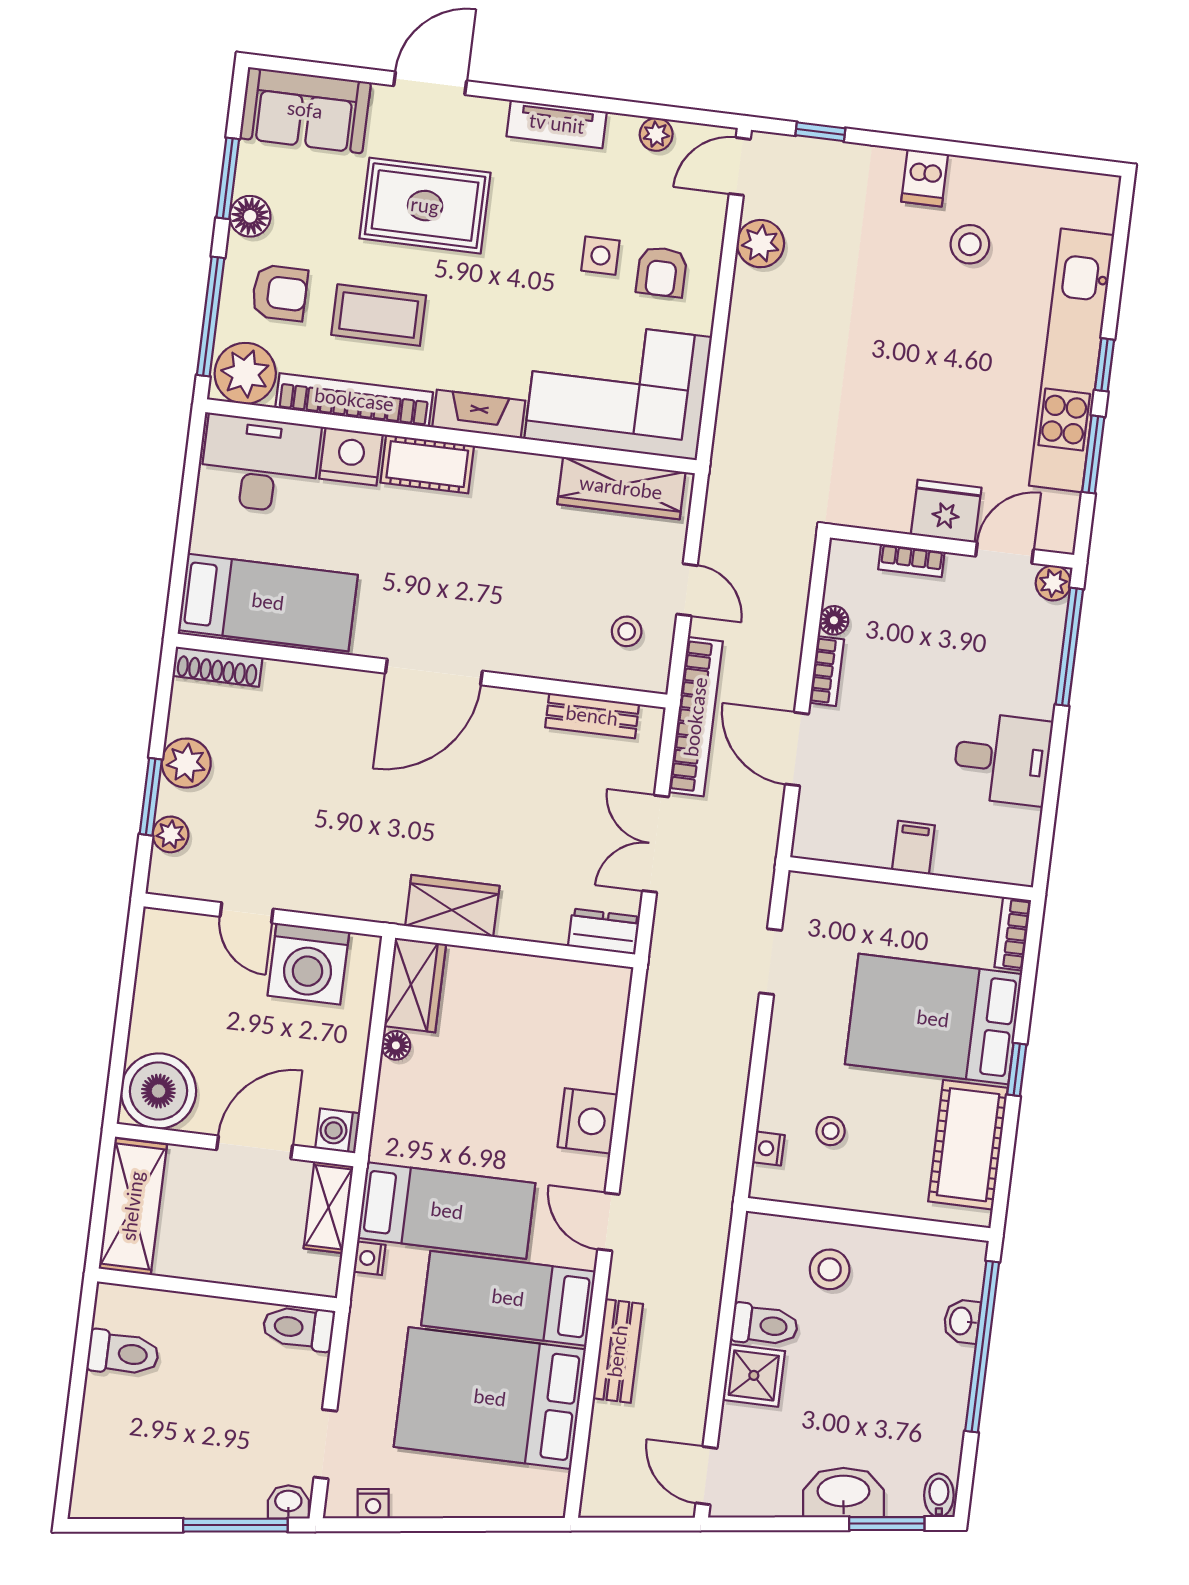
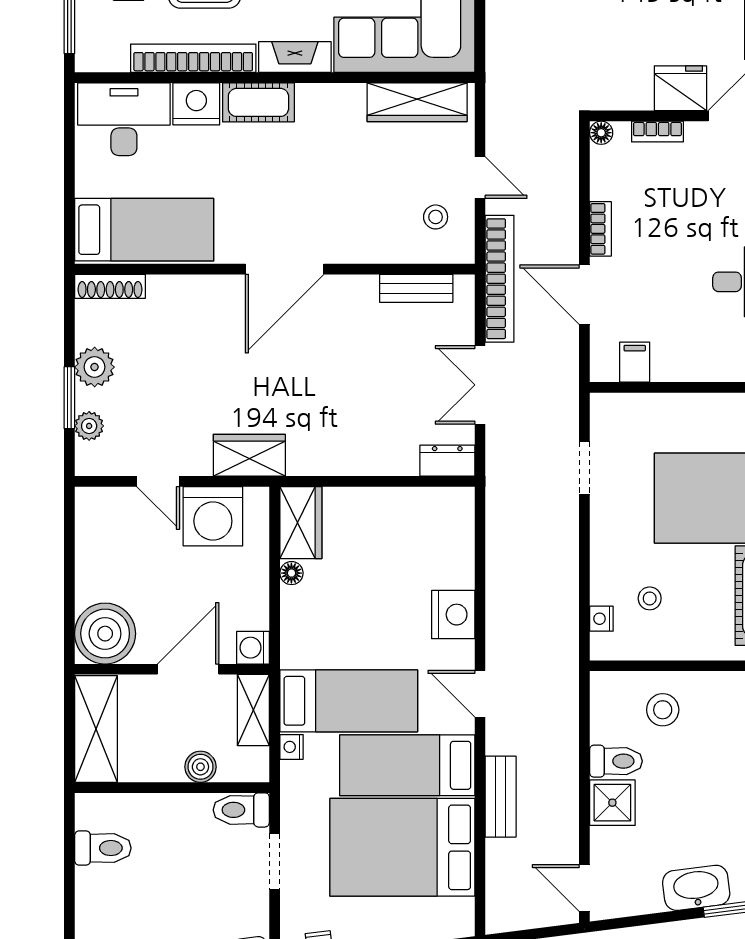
plant: (245, 373) -> (103, 48), removed
floor lamp: (834, 620) -> (601, 133), moved
filing cabinet: (913, 848) -> (635, 362), moved
wardrobe: (452, 906) -> (249, 455), moved
boiler: (255, 1269) -> (200, 767), added
doorway: (325, 1444) -> (275, 861), moved

